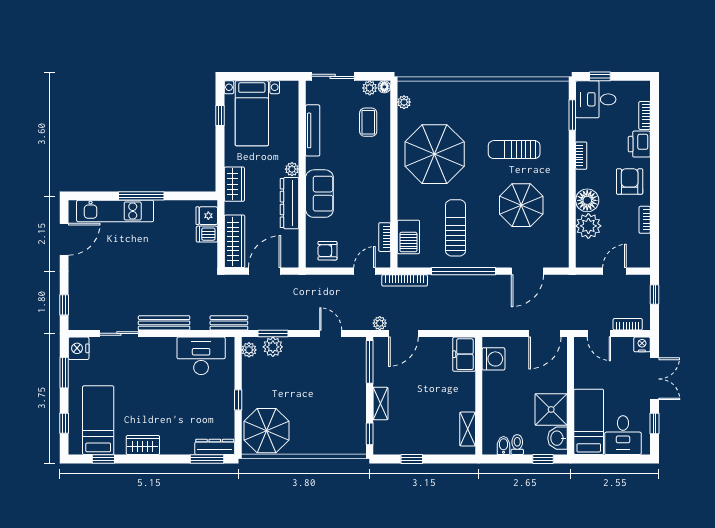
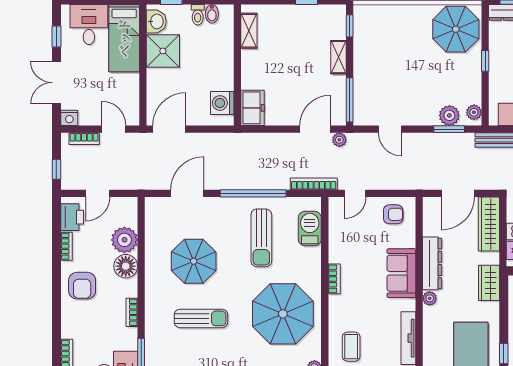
printer: (639, 144) -> (72, 217), moved
bookcase: (385, 237) -> (334, 279), moved

